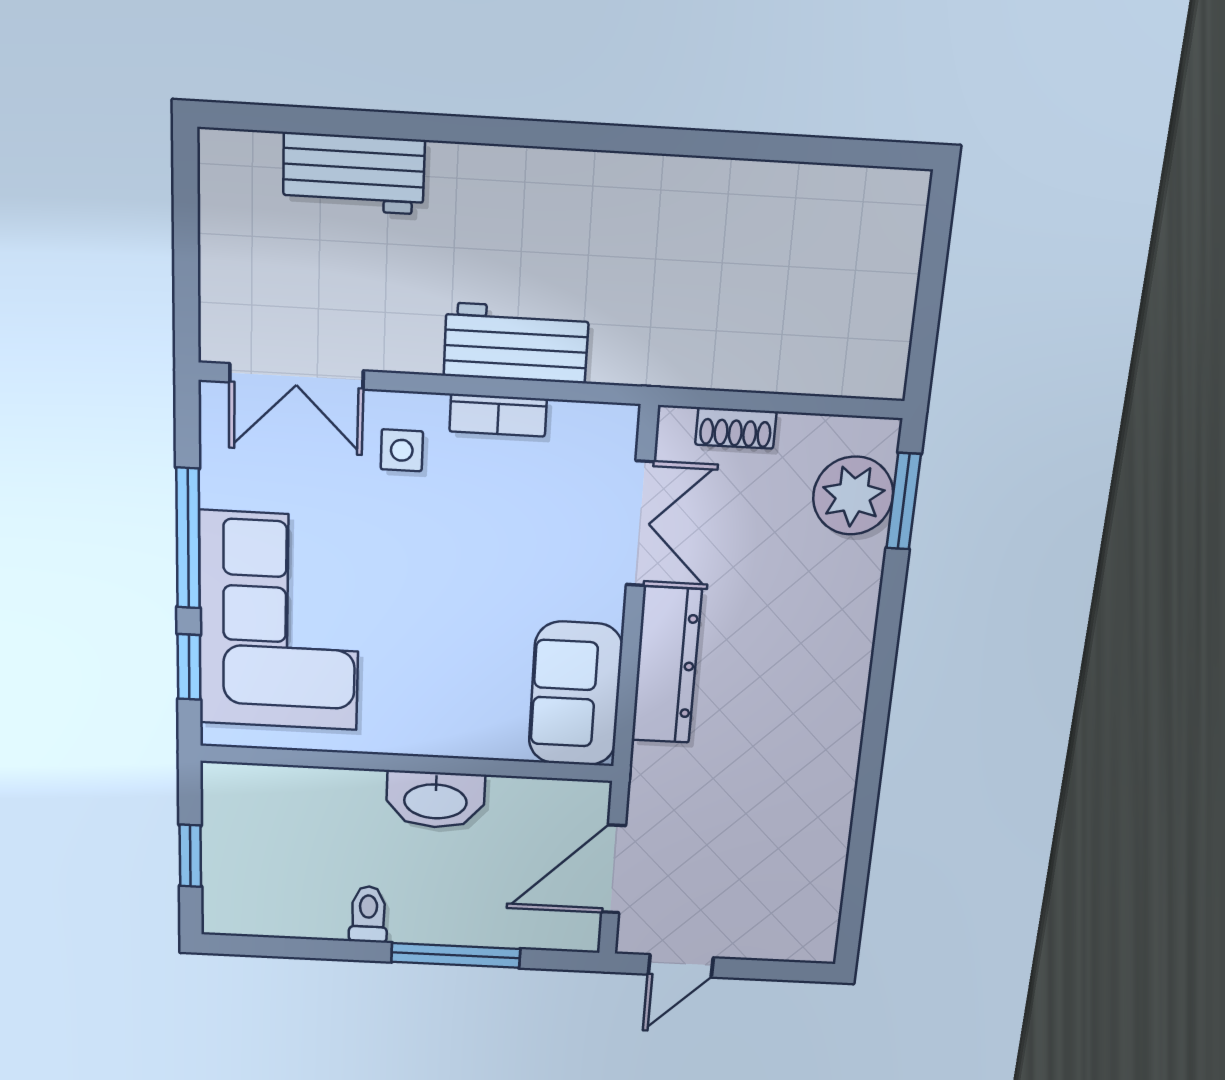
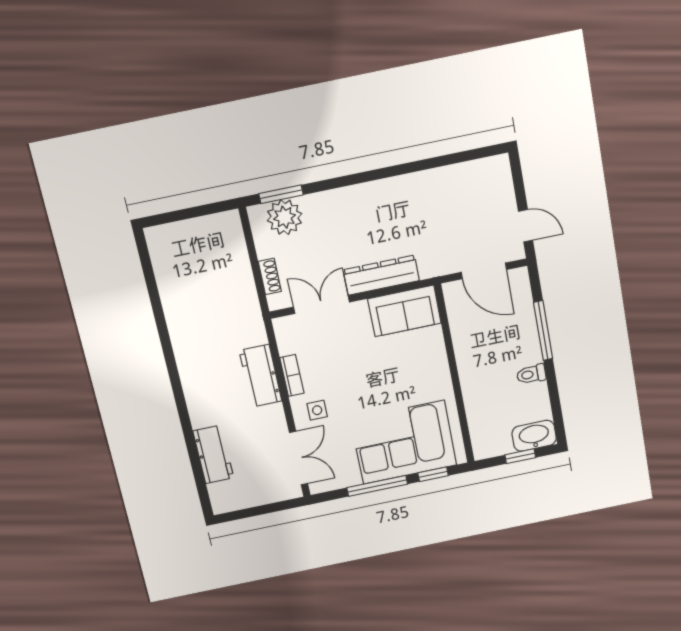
washbasin: (435, 800) -> (534, 436), moved, turned -90

